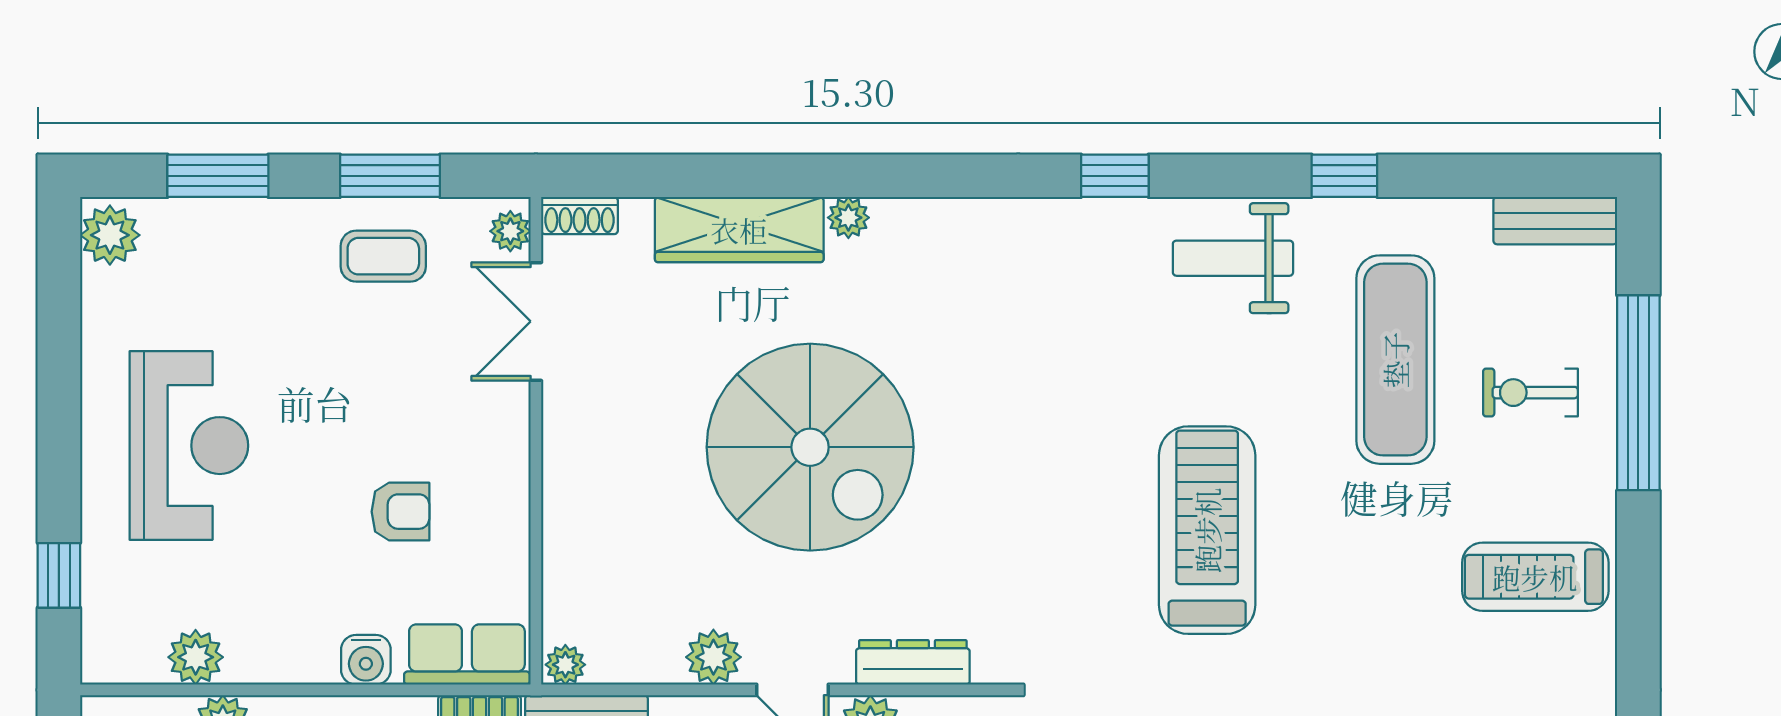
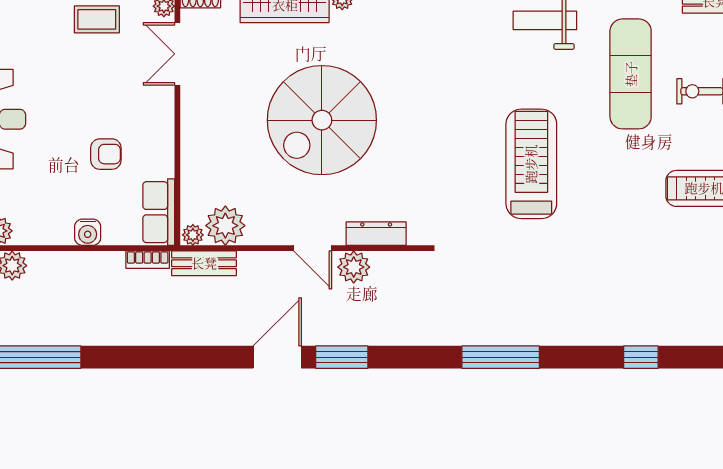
spiral stairs: (810, 447) -> (322, 120), turned 90
row of seats: (467, 654) -> (159, 212), moved, turned -90
plant: (713, 657) -> (225, 226), moved, width x1.36, depth x1.36

